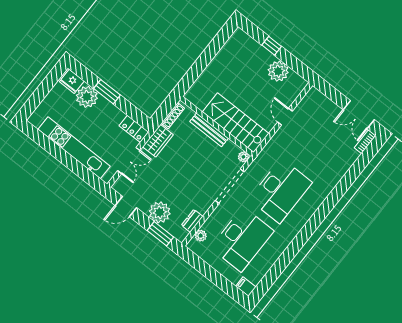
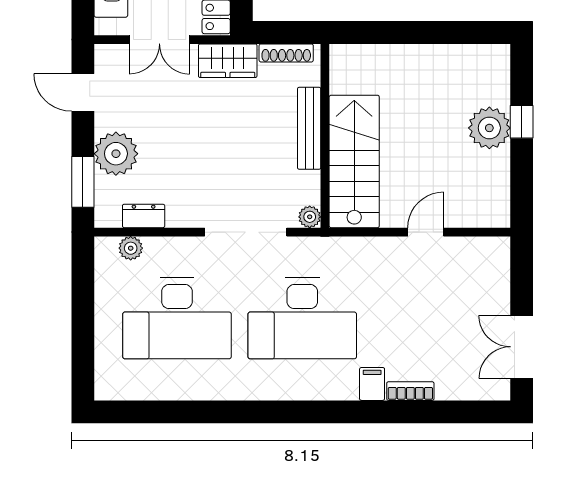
plant: (278, 71) -> (489, 128), moved
bookcase: (365, 142) -> (410, 391), moved
filing cabinet: (246, 287) -> (372, 384), moved

